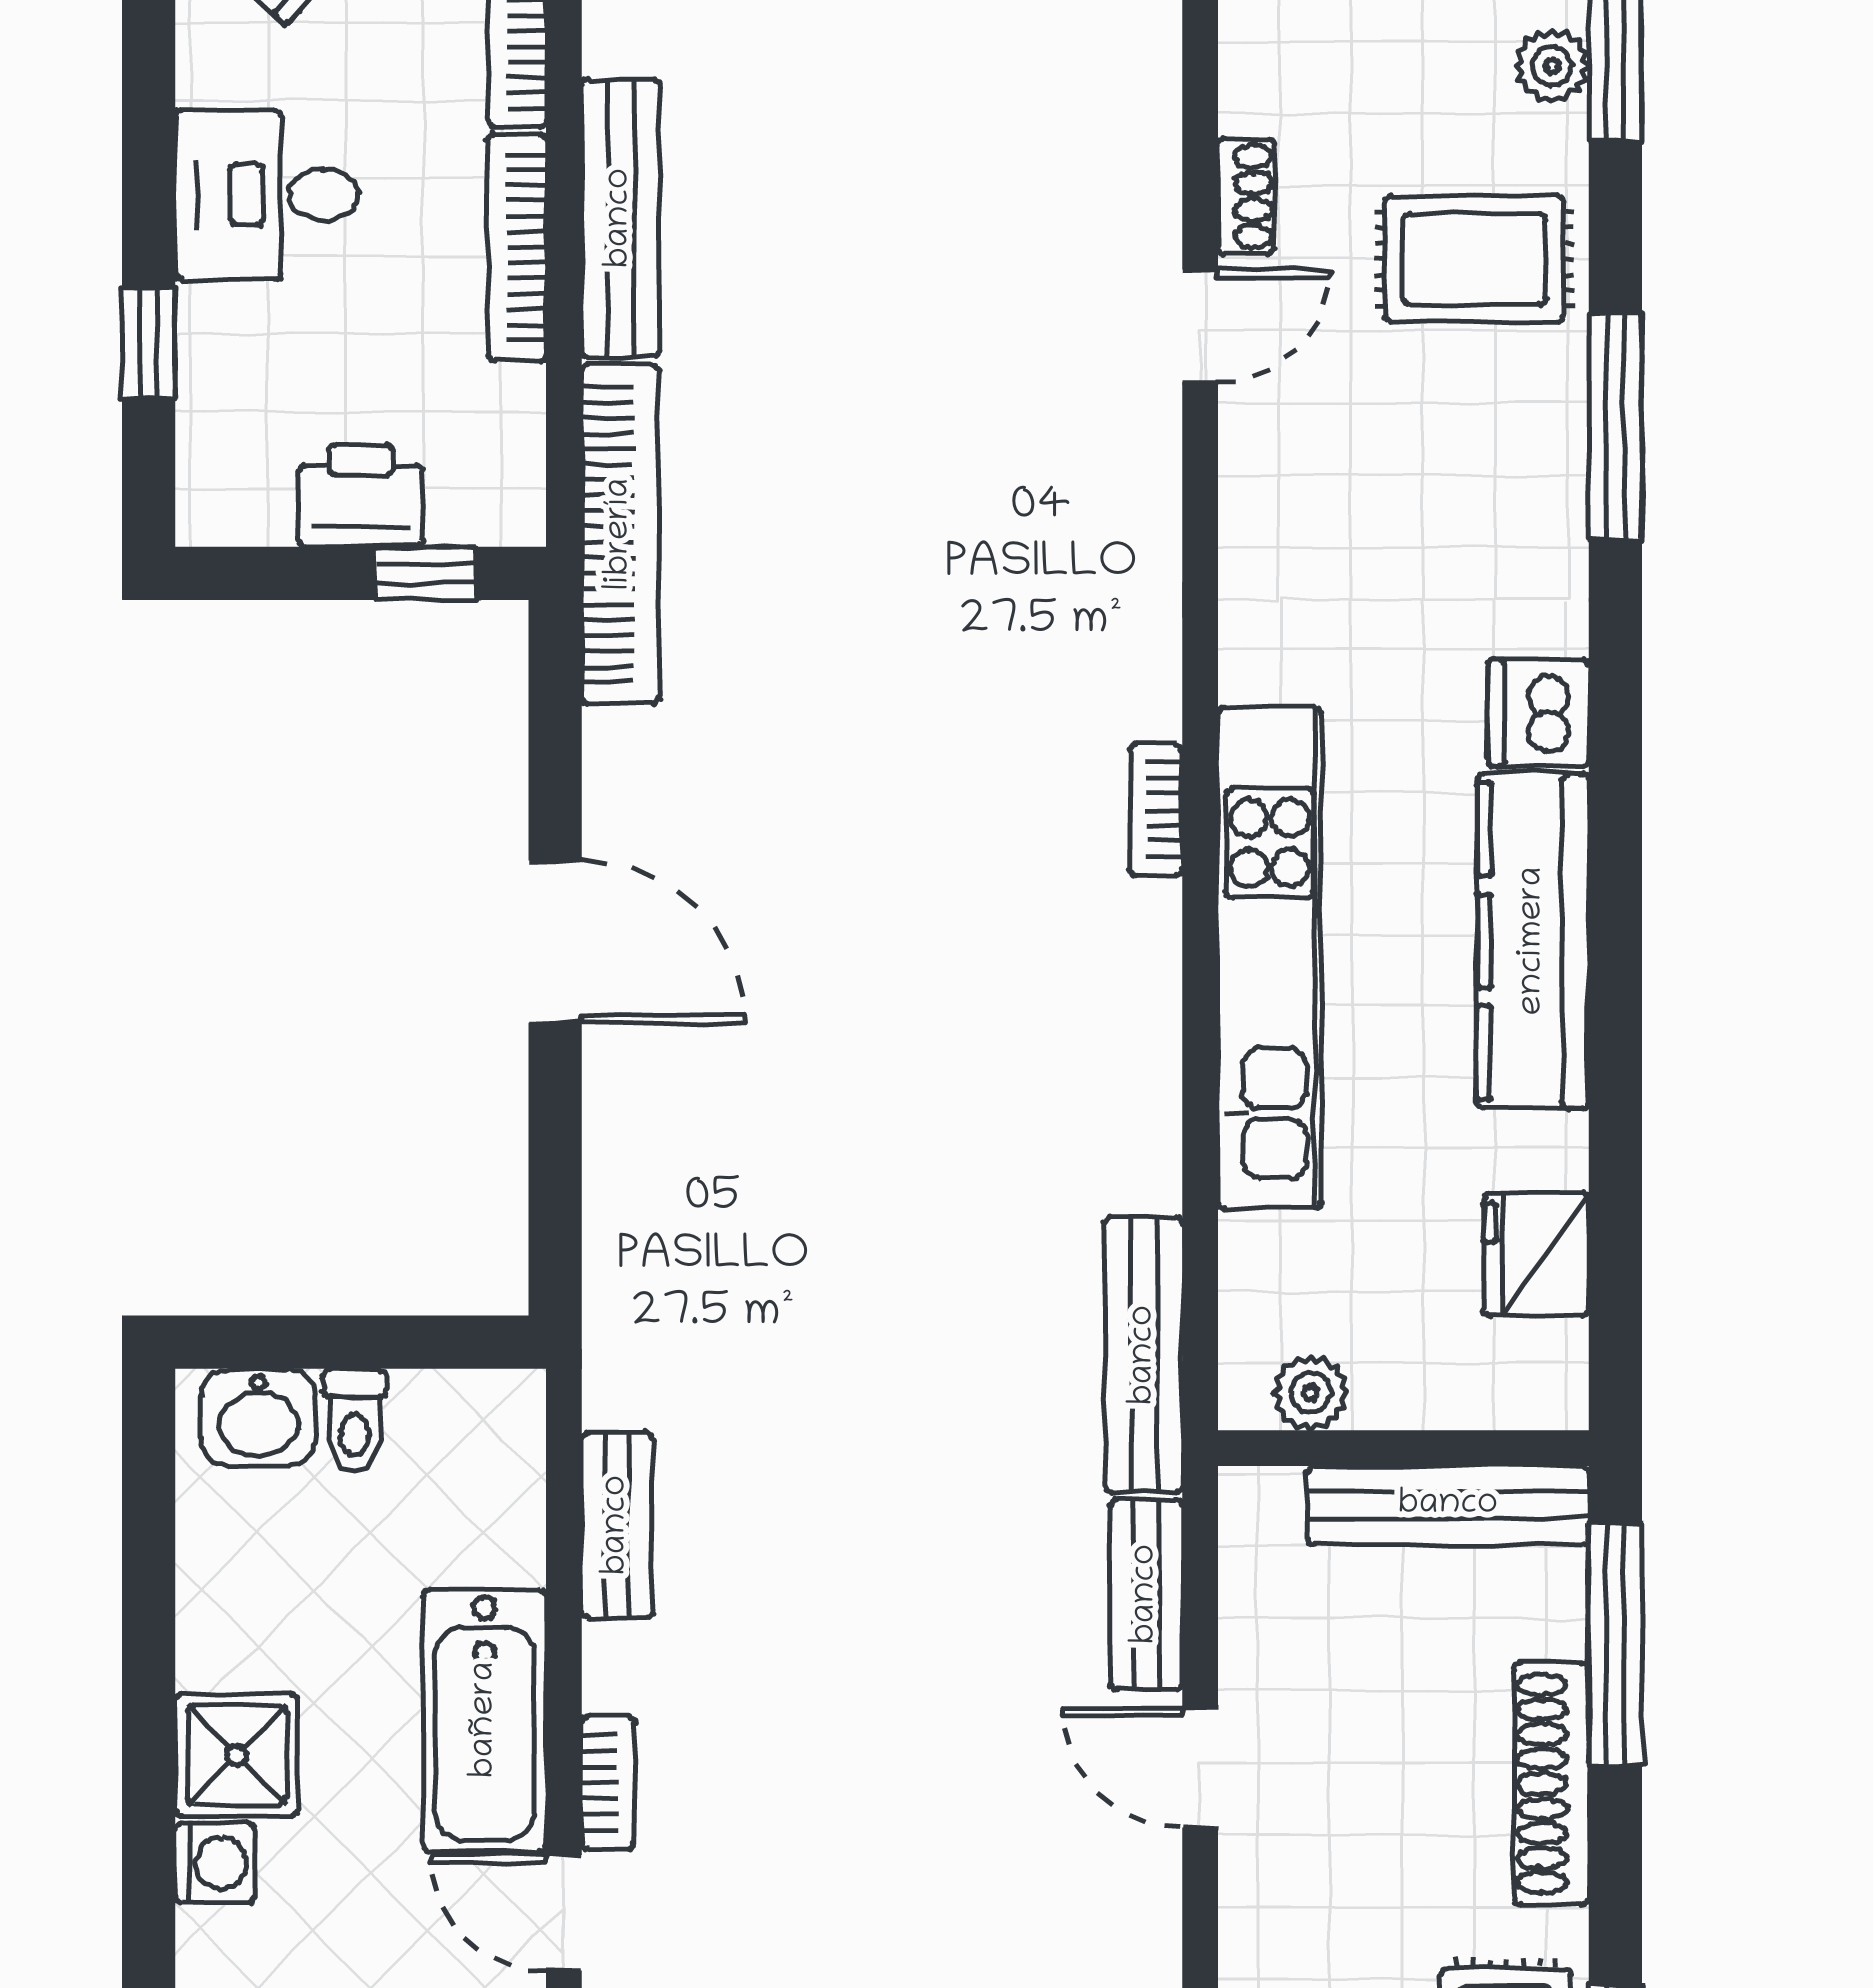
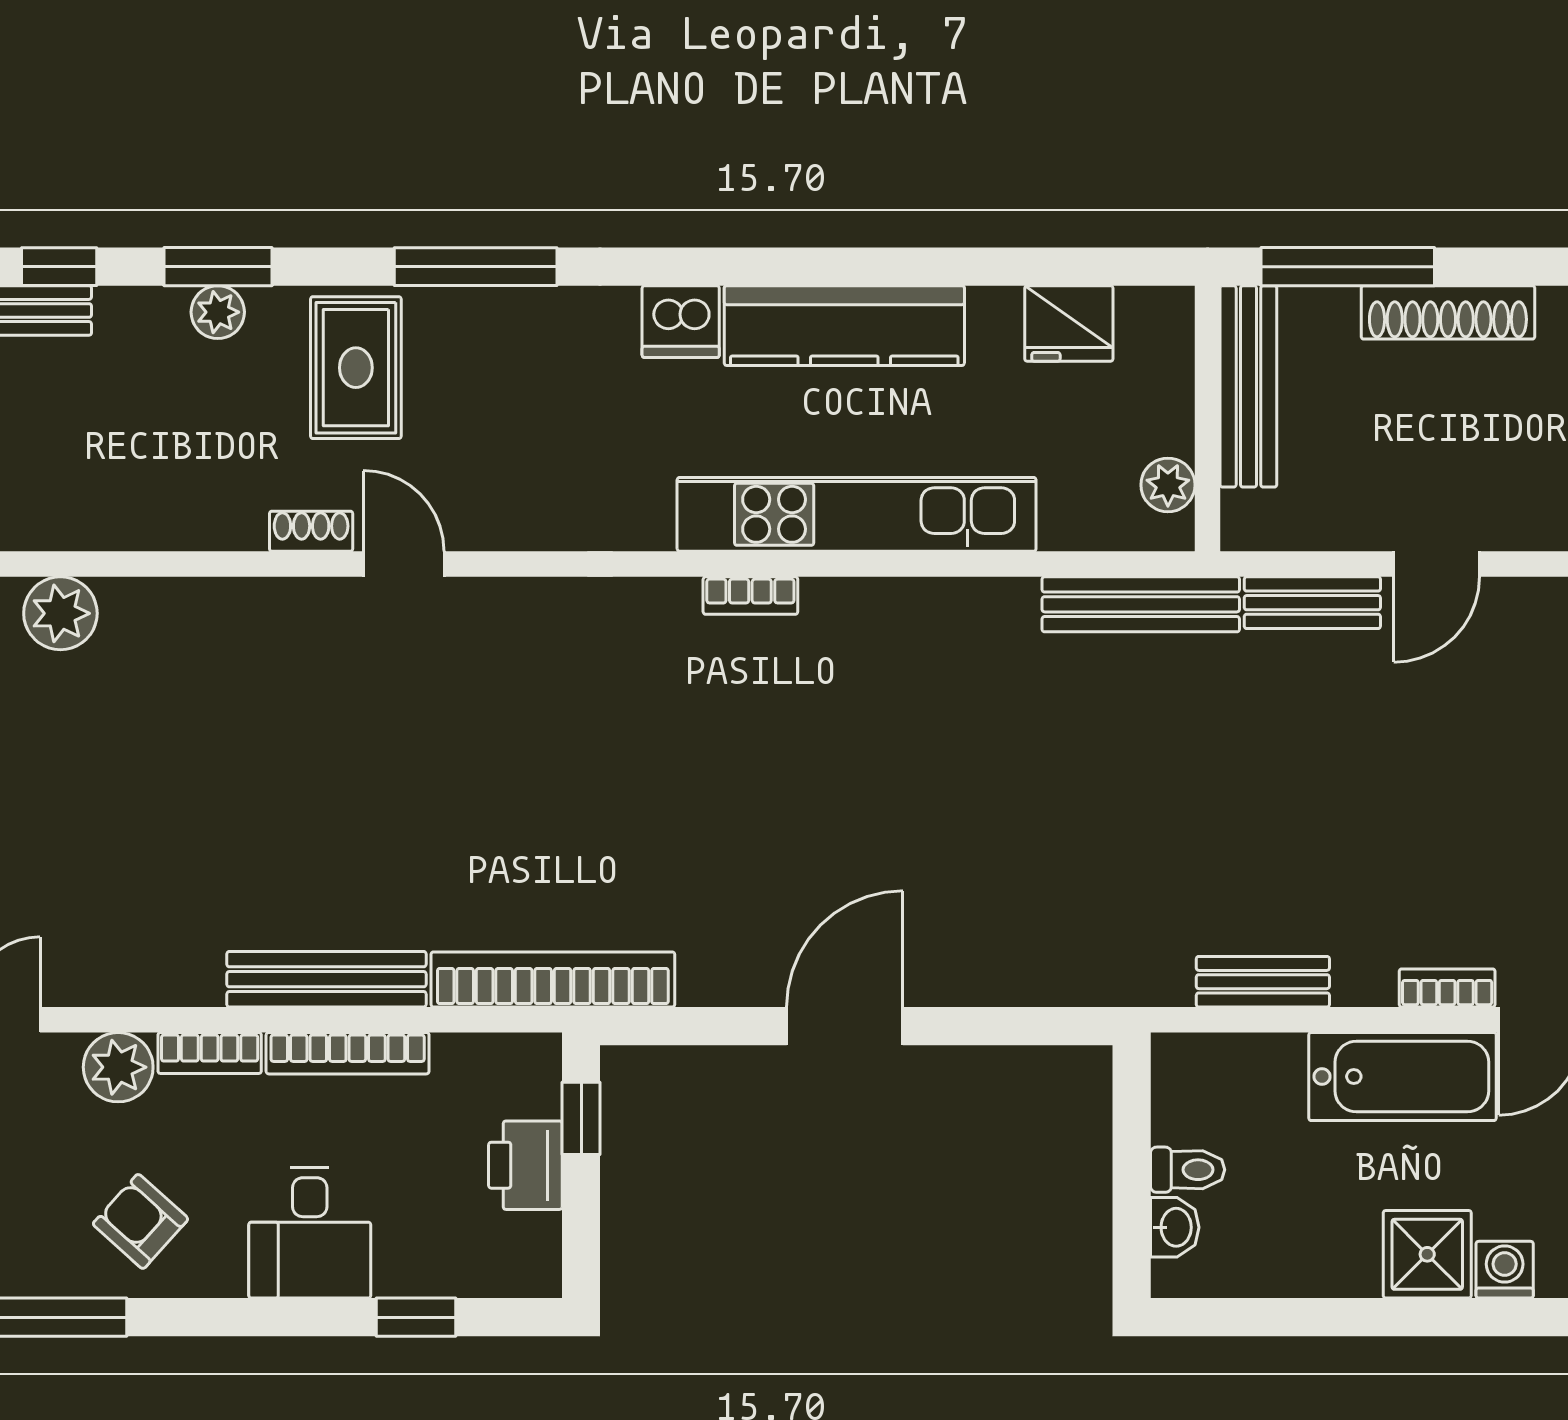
washbasin: (258, 1417) -> (1175, 1227), width x0.72, depth x0.69

